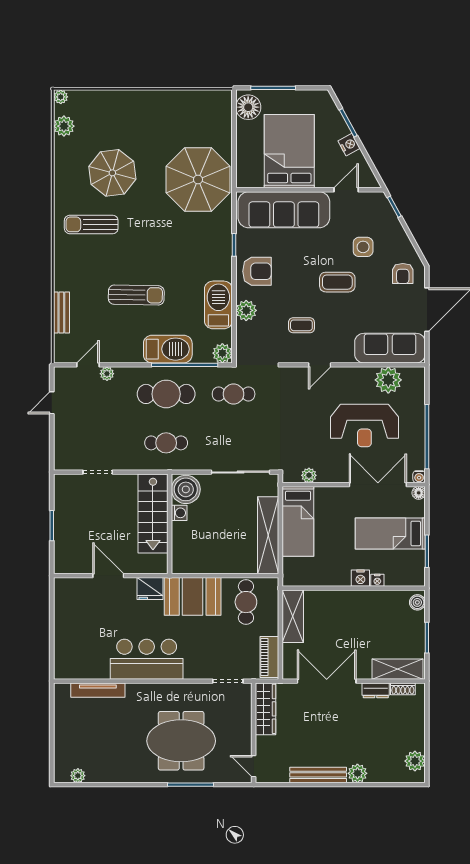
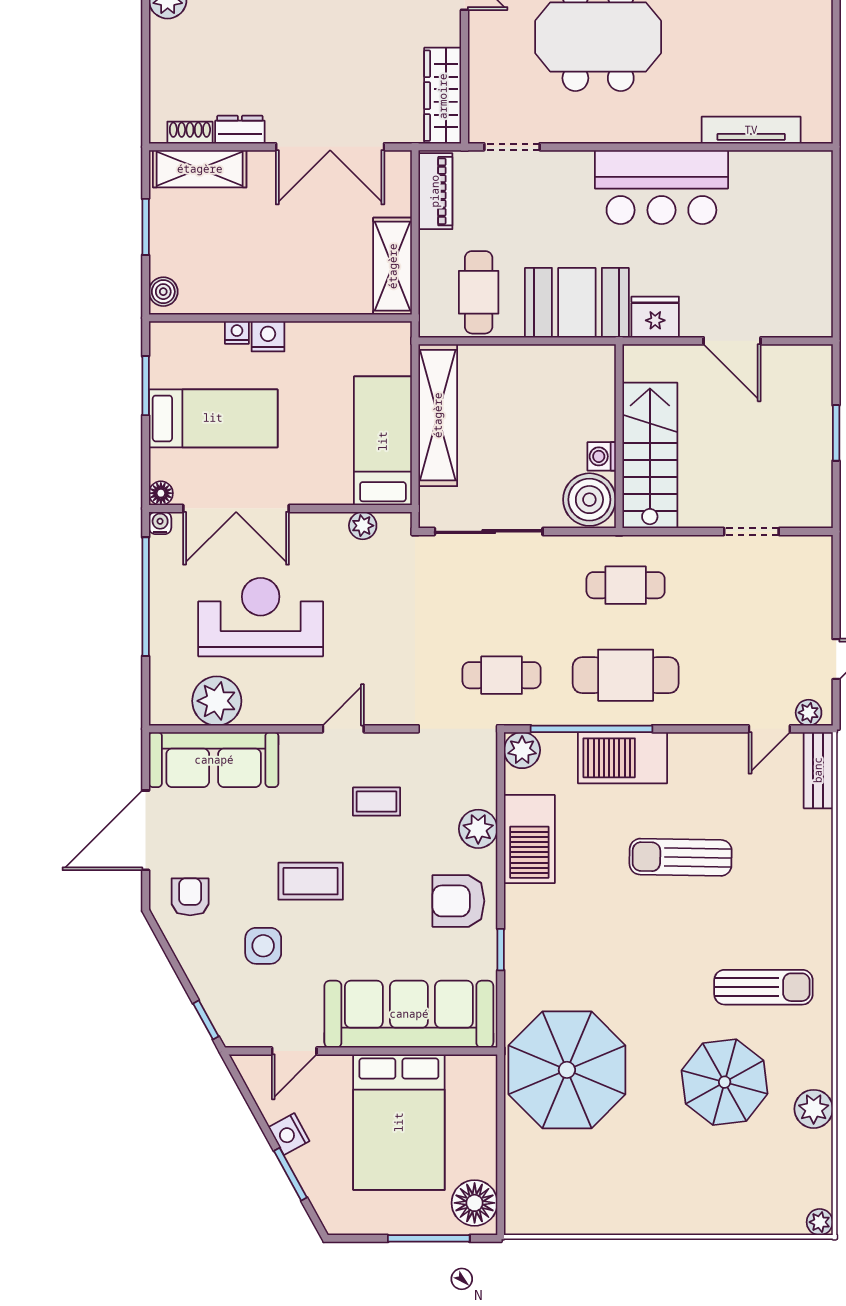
plant: (64, 126) -> (814, 1109), moved
bench: (61, 312) -> (818, 770), moved
plant: (107, 374) -> (809, 713), moved

